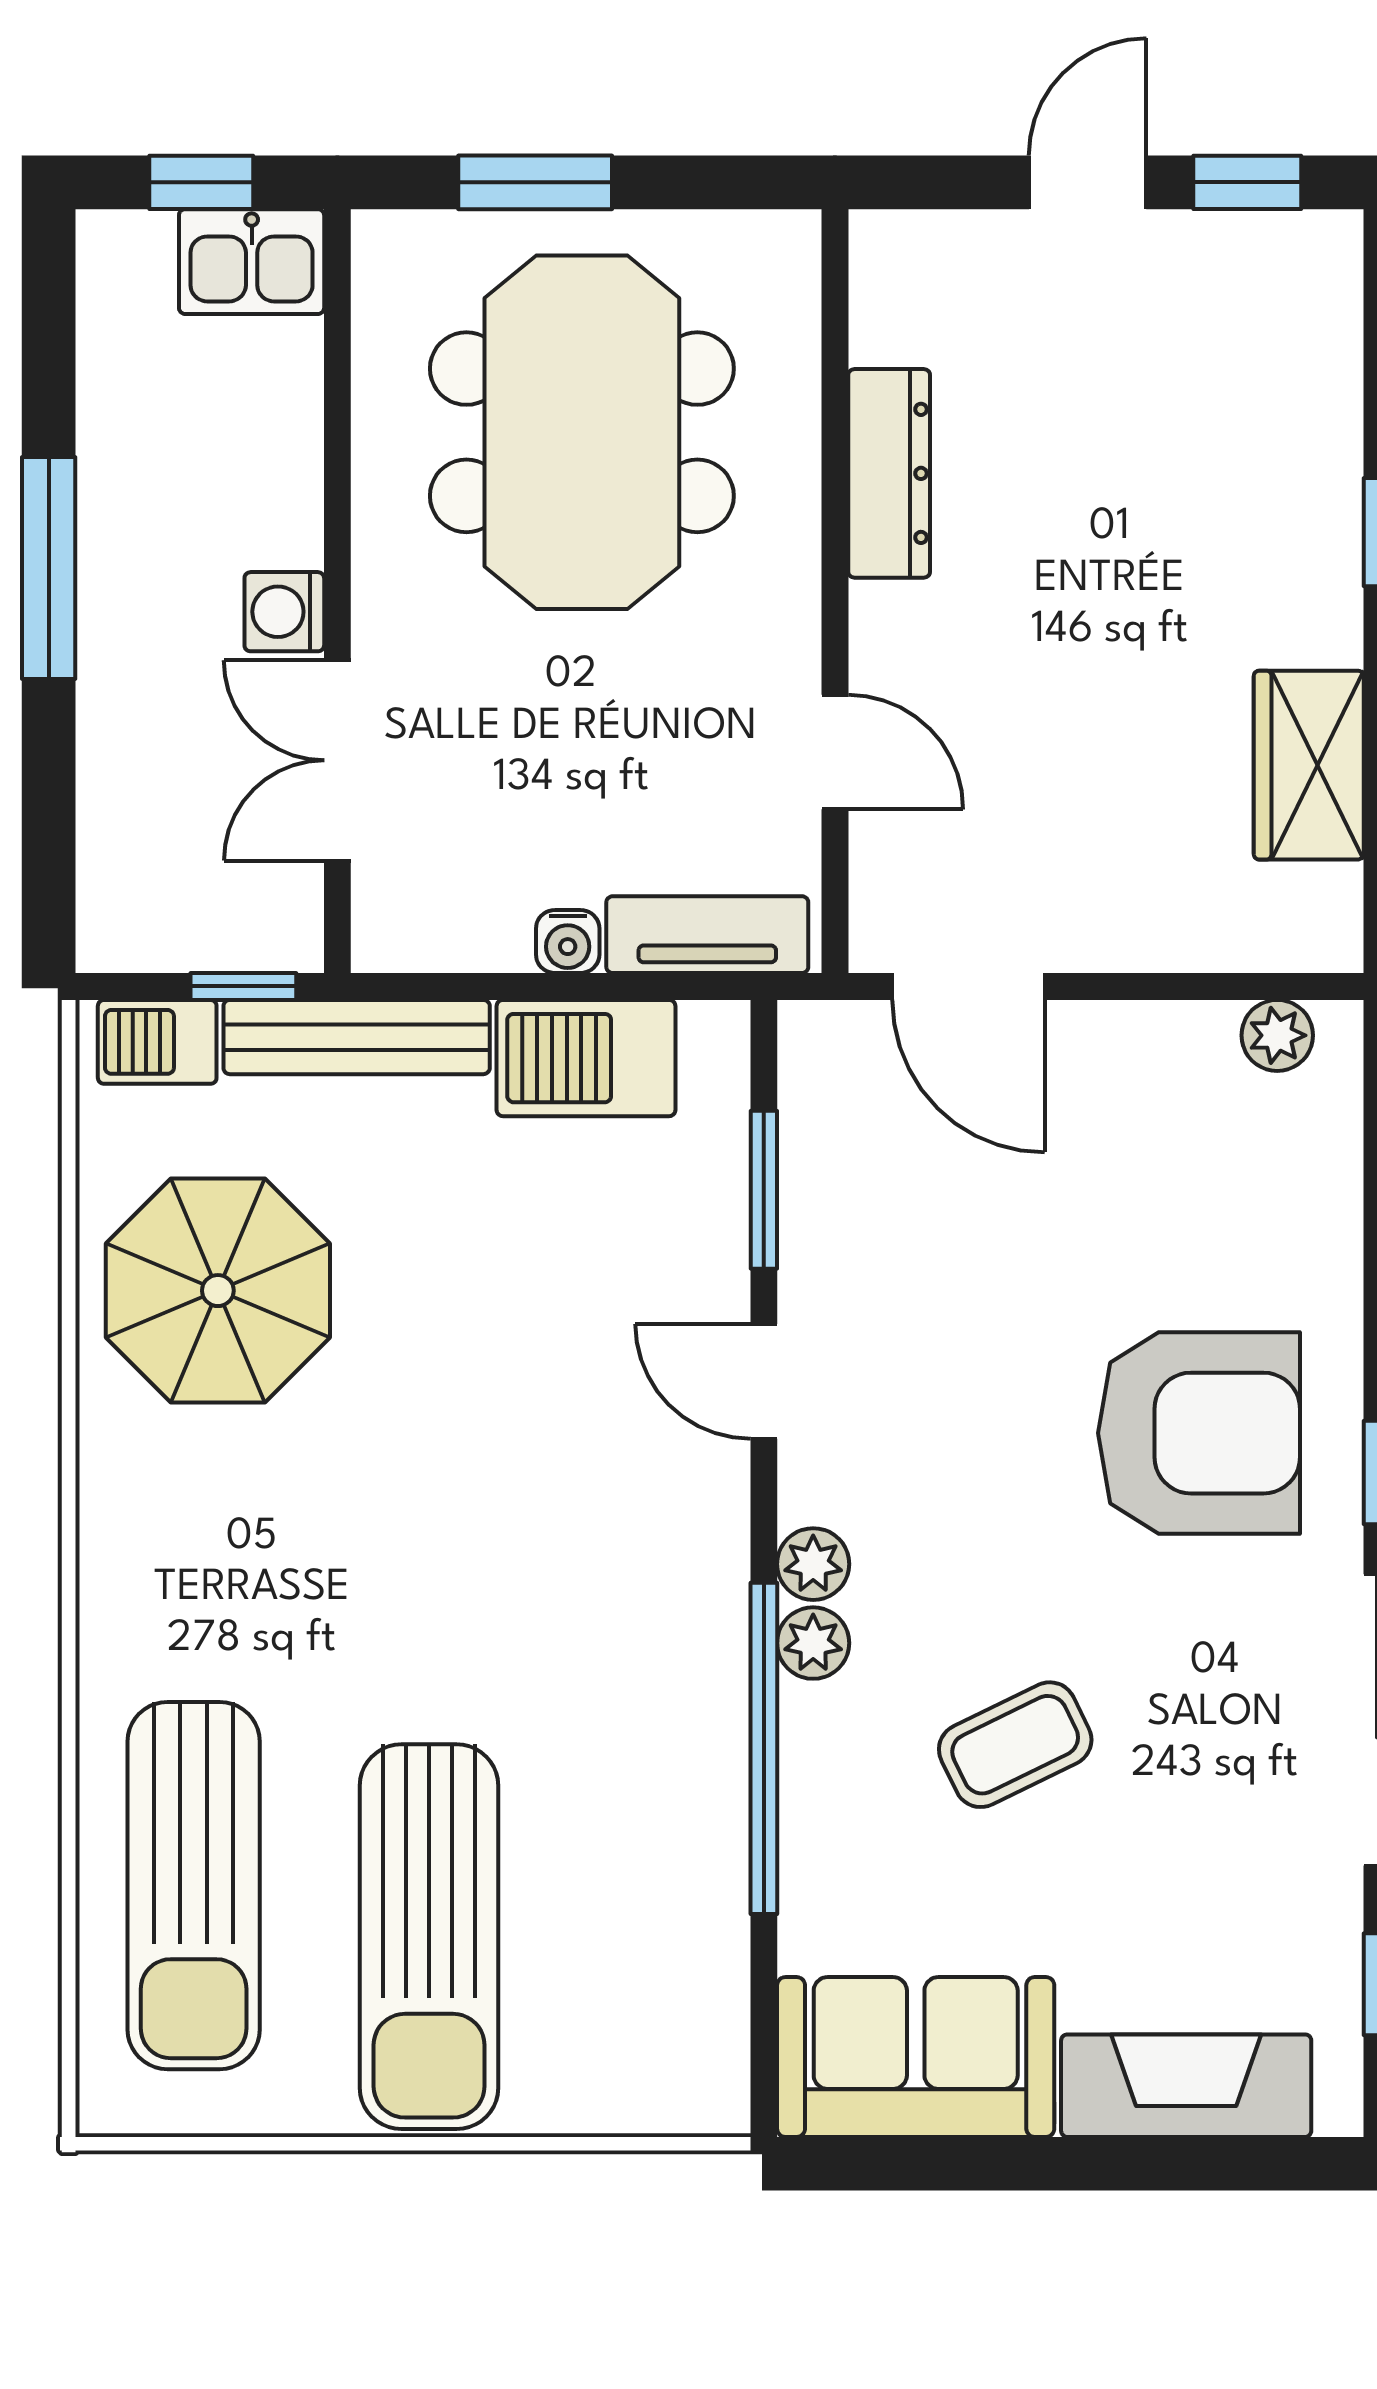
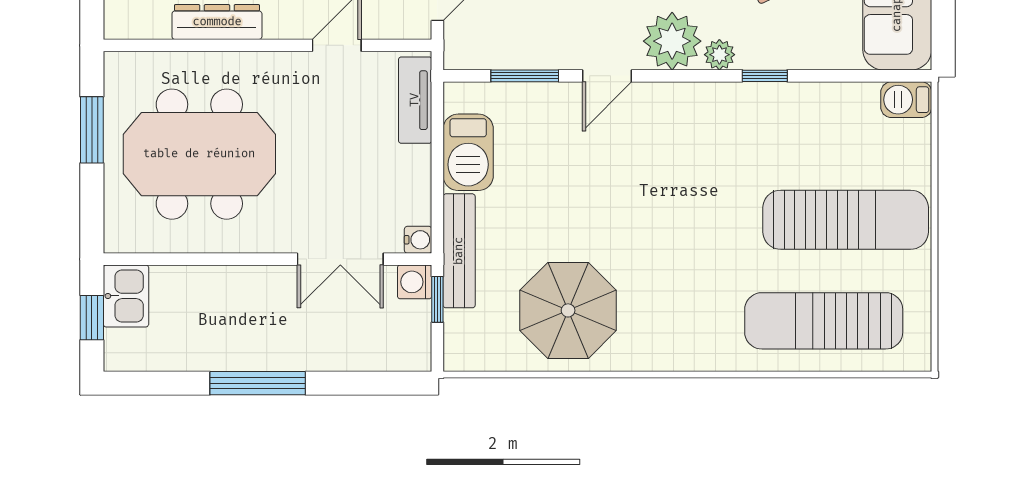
window: (535, 182) -> (92, 130), moved
washing machine: (284, 612) -> (415, 282), moved, turned 90
water cooler: (568, 941) -> (418, 240), moved
barbecue: (157, 1042) -> (906, 100), moved, turned 90
plant: (813, 1564) -> (672, 41), width x1.88, depth x1.88
window: (764, 1748) -> (765, 76), width x0.32
sun lounger: (194, 1886) -> (824, 321), turned 180

